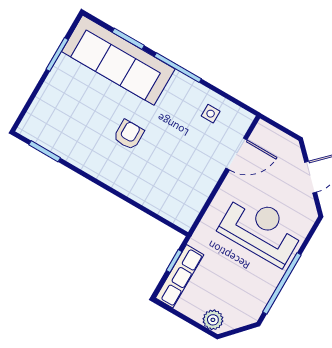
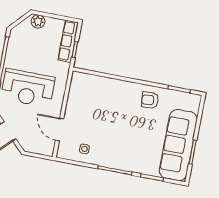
sofa: (118, 60) -> (178, 145), moved, turned -90
armchair: (129, 135) -> (150, 100), moved, turned 85
door: (236, 154) -> (60, 130), hinge flipped

